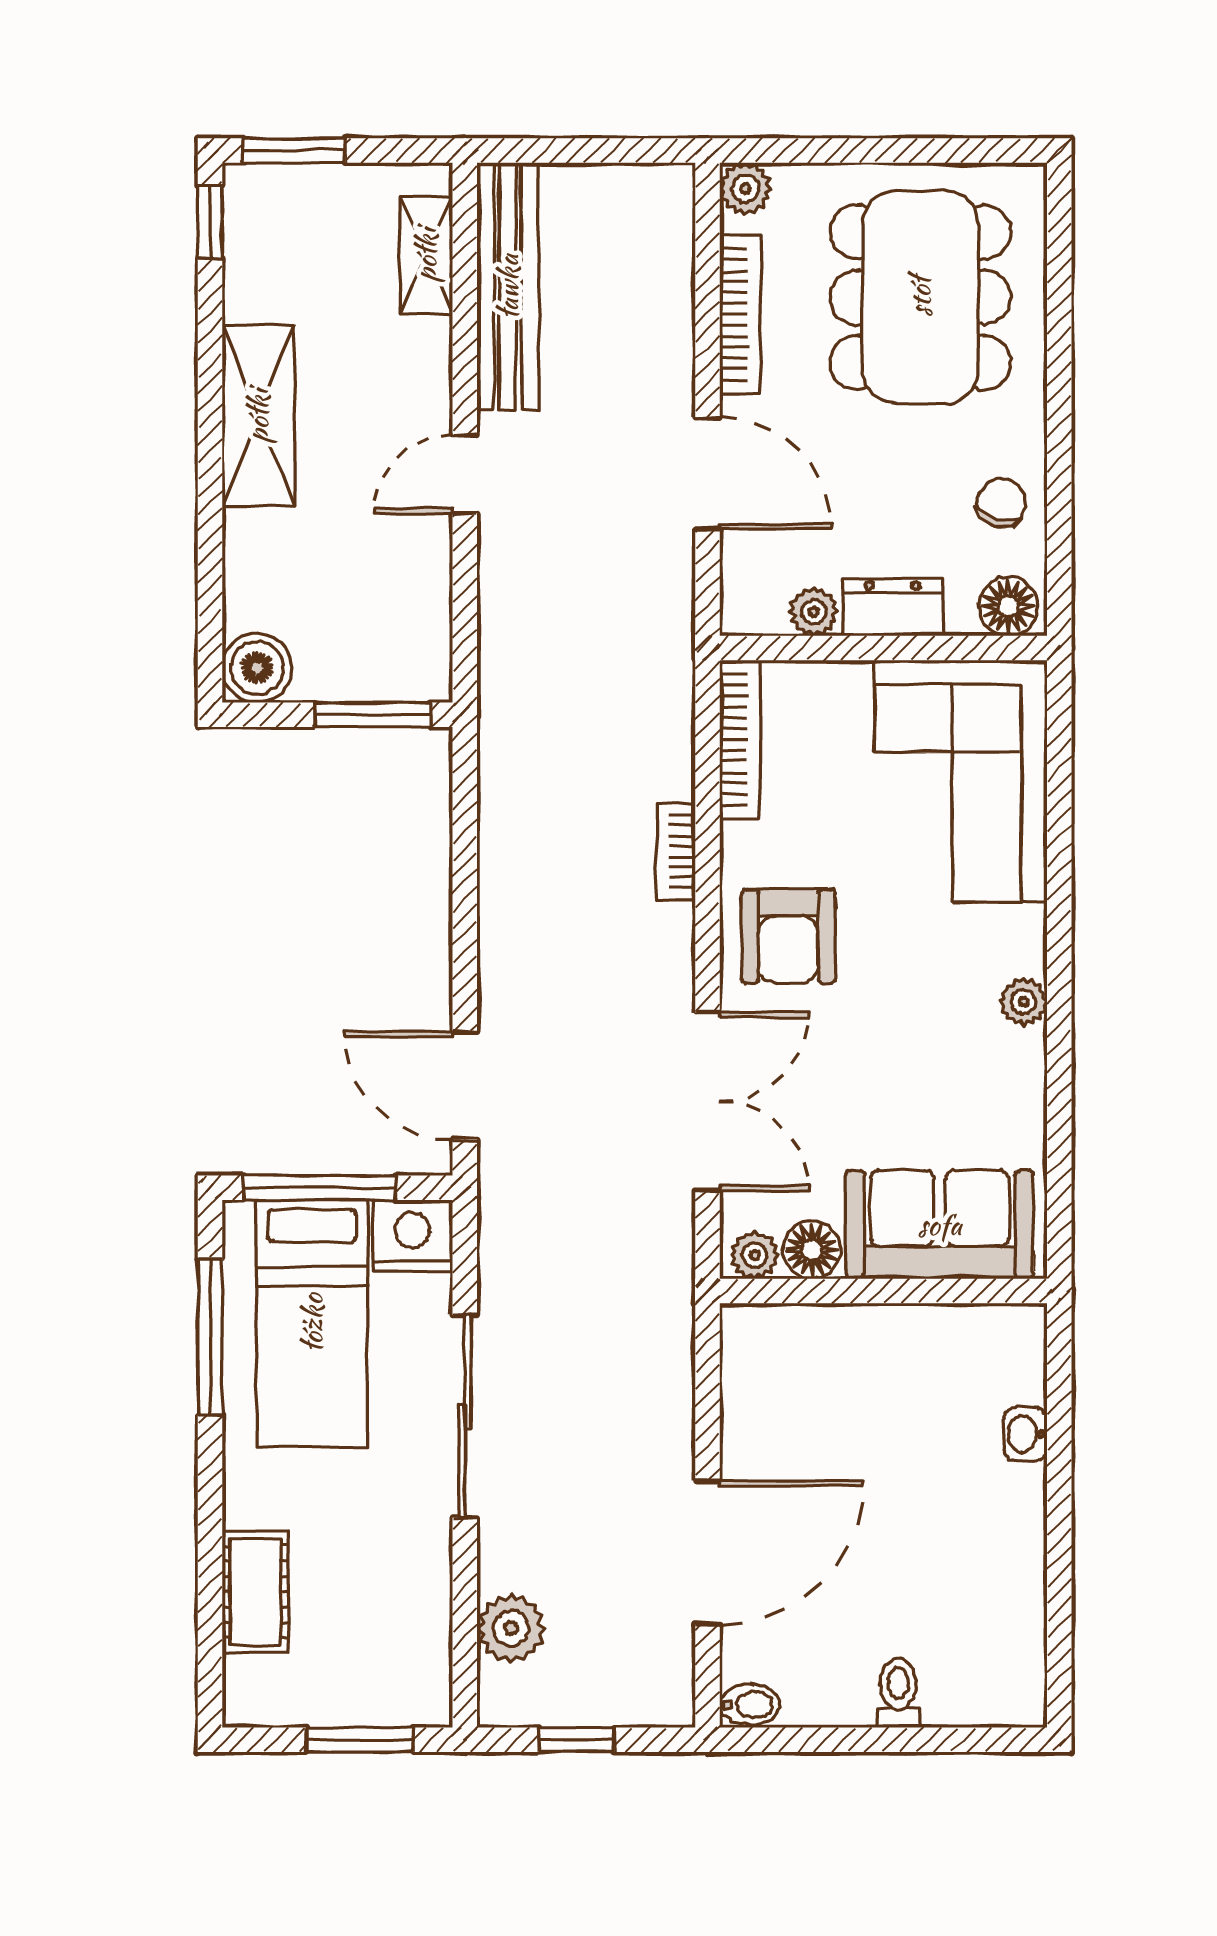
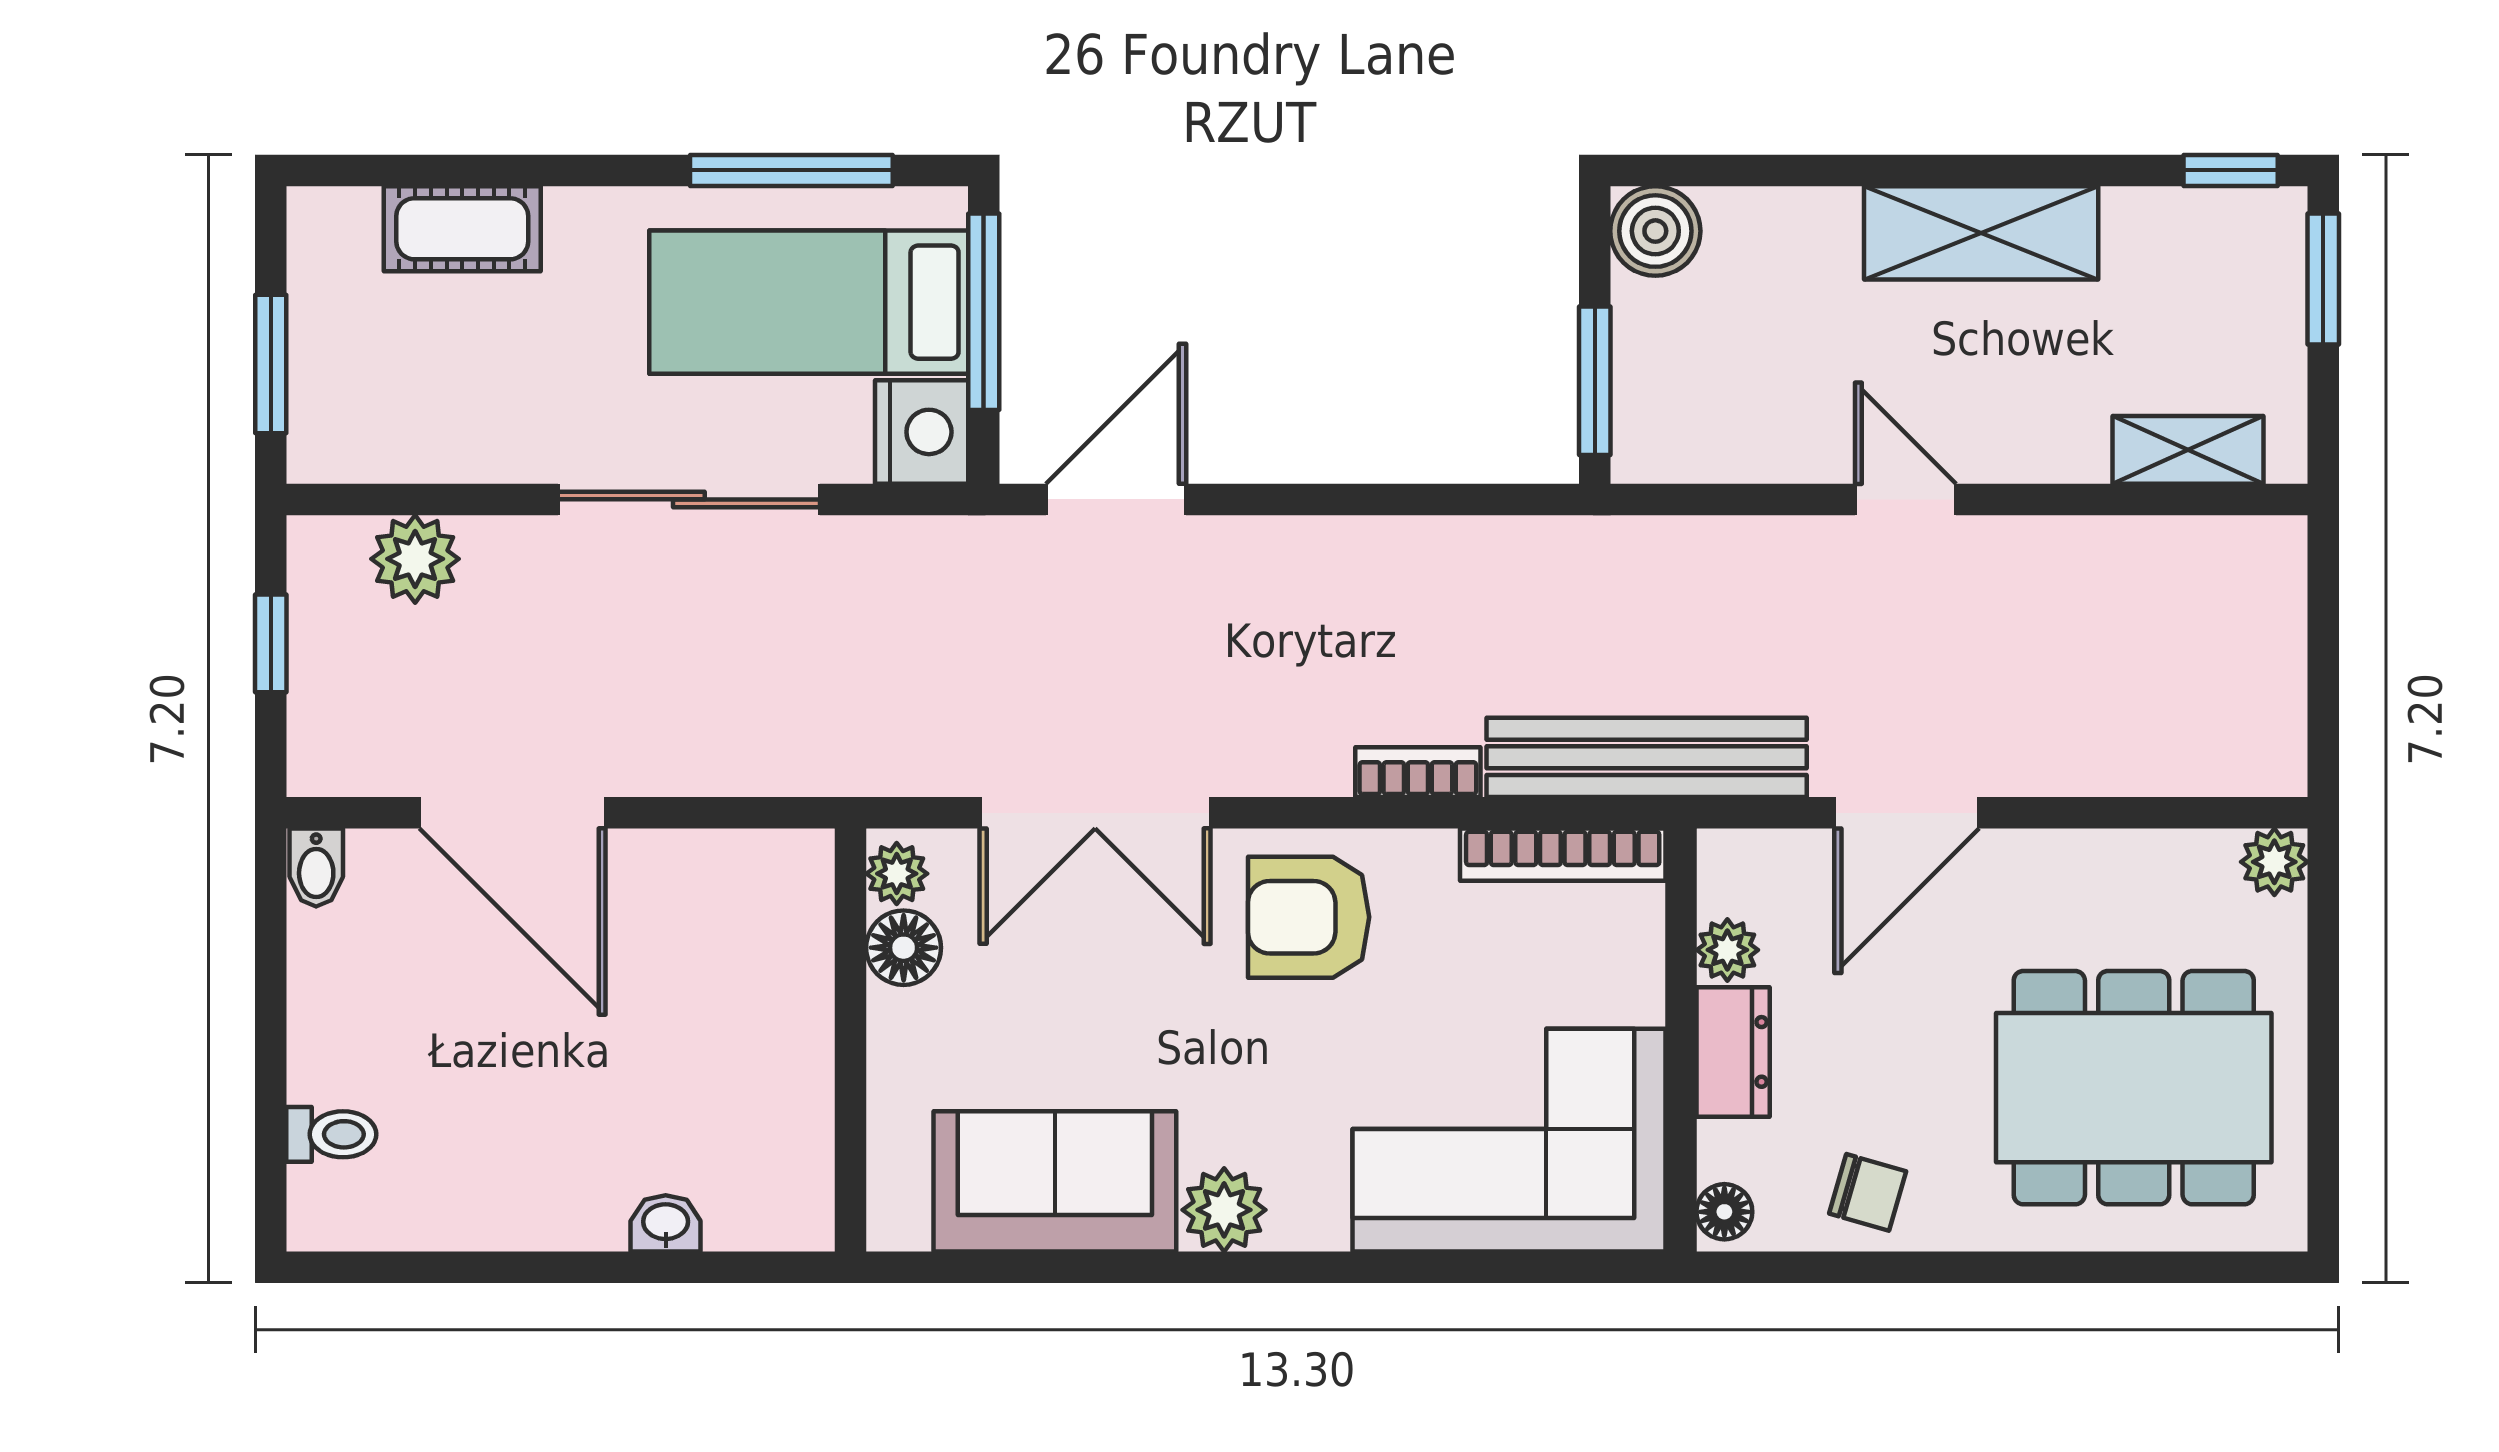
bench: (508, 287) -> (1647, 757), moved
bookcase: (740, 314) -> (2112, 855), removed
floor lamp: (1008, 606) -> (1724, 1212), width x0.73, depth x0.73
plant: (1024, 1002) -> (1224, 1210), width x1.38, depth x1.38
sofa: (940, 1225) -> (1055, 1181), moved, turned -90
toilet: (898, 1693) -> (331, 1134), moved

